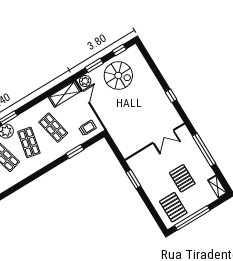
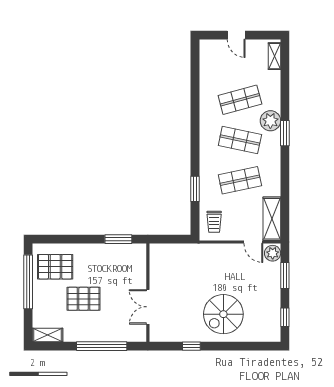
spiral stairs: (118, 76) -> (223, 314), moved

